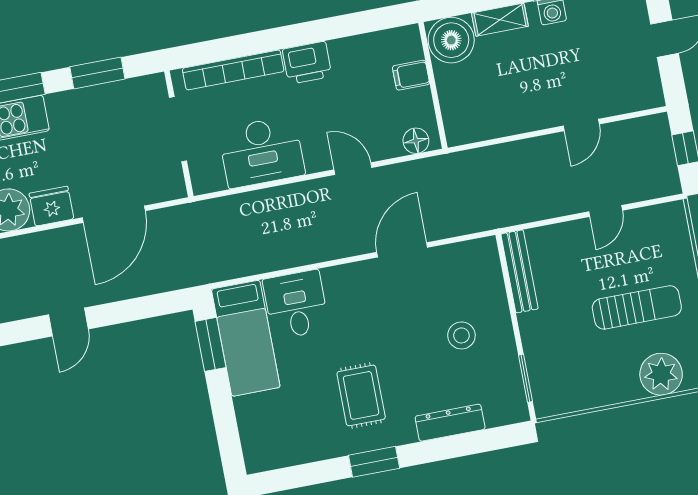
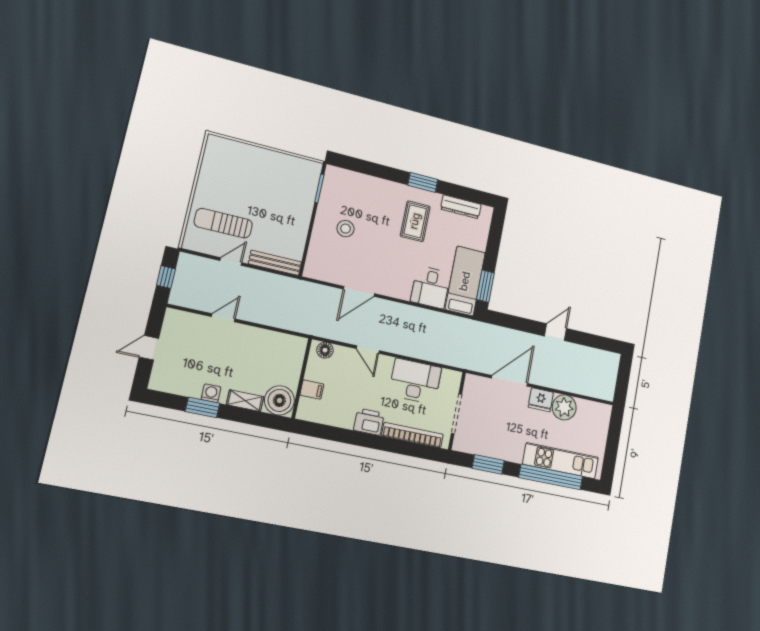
bench: (519, 271) -> (275, 263), moved, turned 90
sun lounger: (637, 307) -> (223, 223), moved
plant: (661, 374) -> (240, 155), removed
dresser: (450, 423) -> (461, 207), moved

